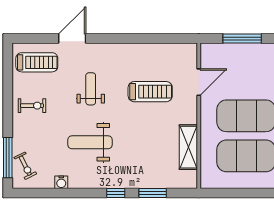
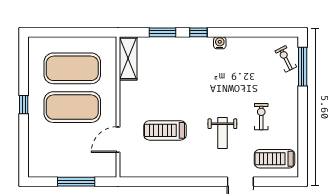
exercise bike: (32, 106) -> (261, 117), moved, turned 90
weight bench: (90, 142) -> (223, 81), removed
shelving: (188, 147) -> (128, 58), moved
water cooler: (61, 182) -> (220, 43), moved

